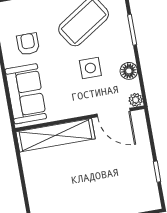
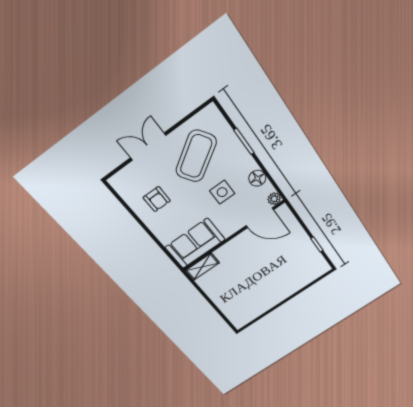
armchair: (28, 44) -> (157, 199), turned 180
sofa: (26, 94) -> (195, 243), moved, turned -90
shelving: (55, 135) -> (202, 267), width x0.45, depth x0.75

